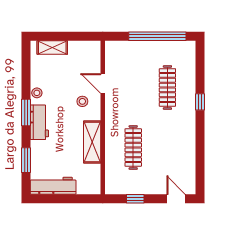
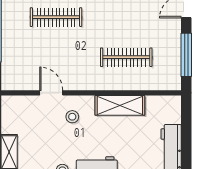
door: (103, 83) -> (51, 93), swing flipped
window: (135, 199) -> (186, 55), width x2.17

